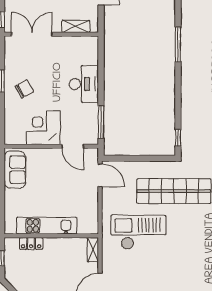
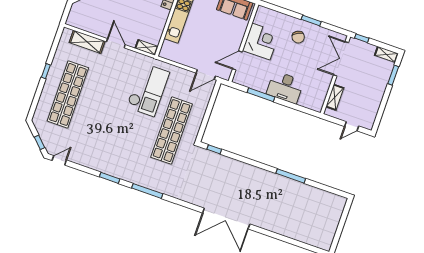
double door: (32, 34) -> (341, 59), swing flipped
window: (101, 122) -> (261, 95), moved

